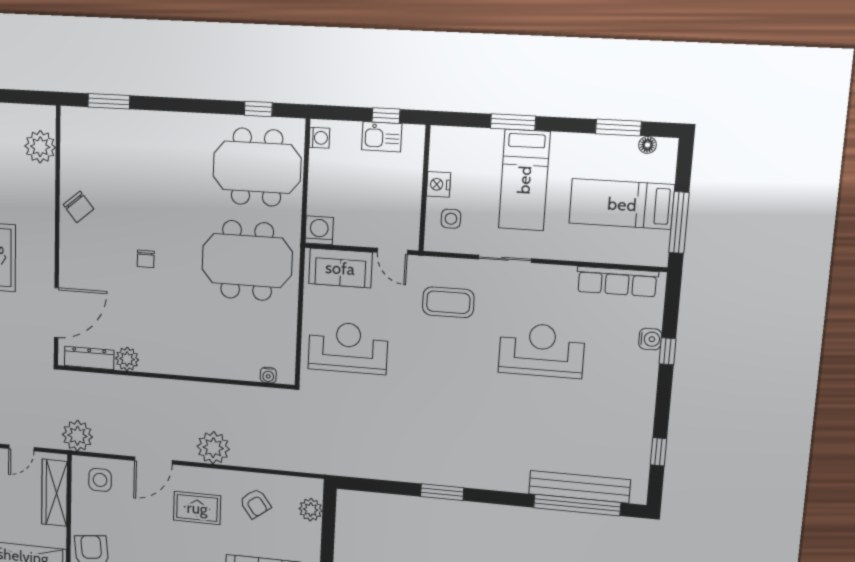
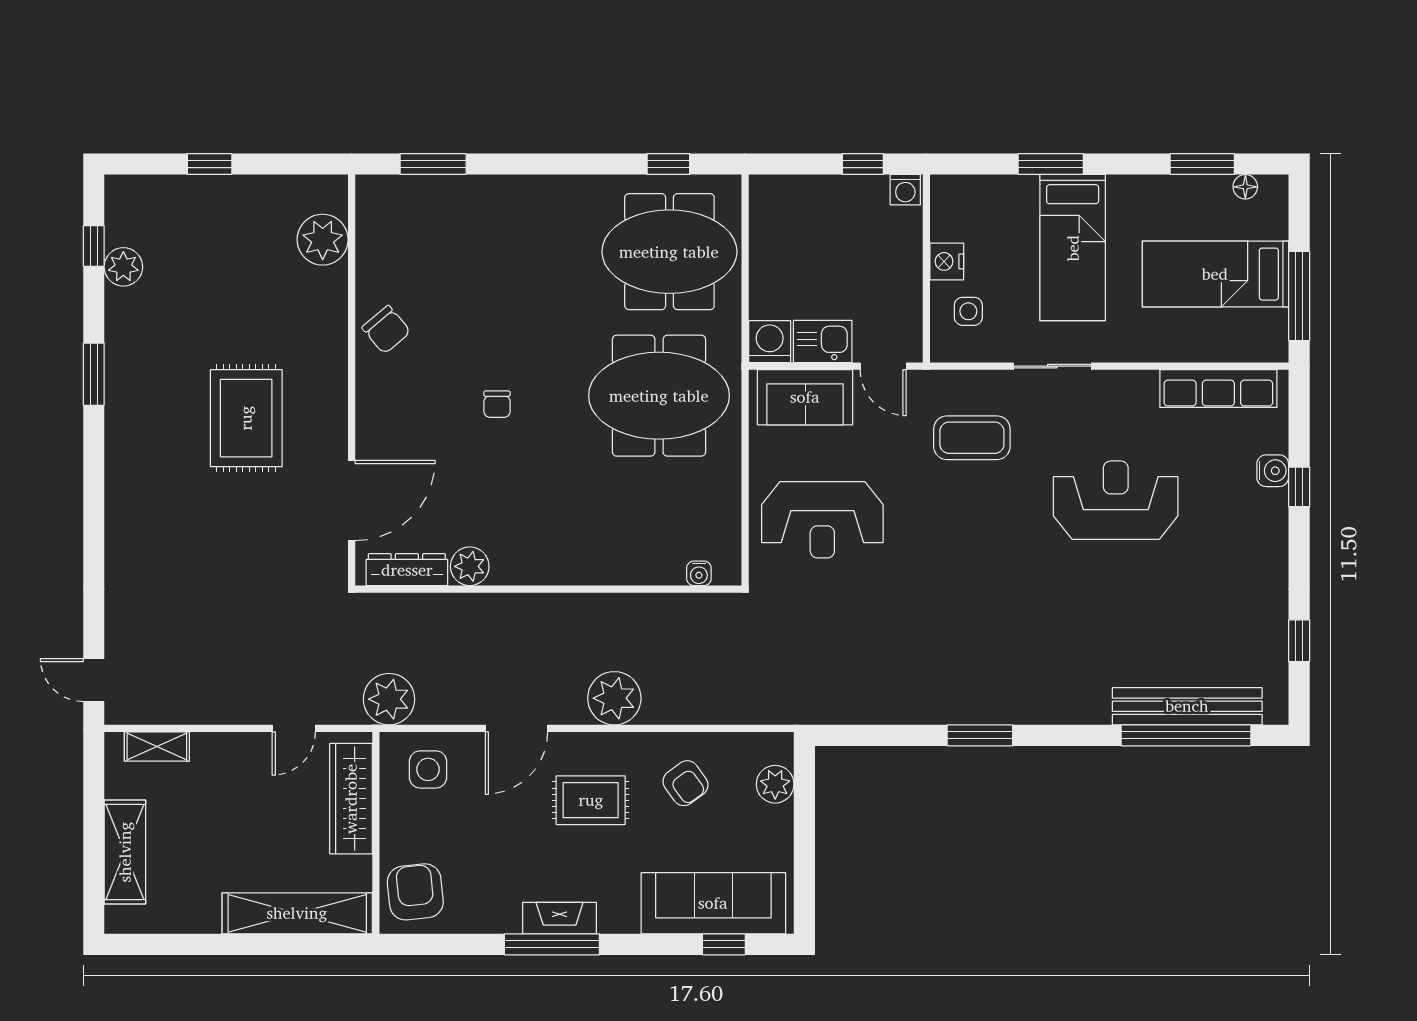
kitchen sink: (382, 137) -> (823, 341), moved, turned 180
washing machine: (319, 138) -> (905, 190), moved, turned 90
reception desk: (348, 348) -> (822, 520), turned 180

